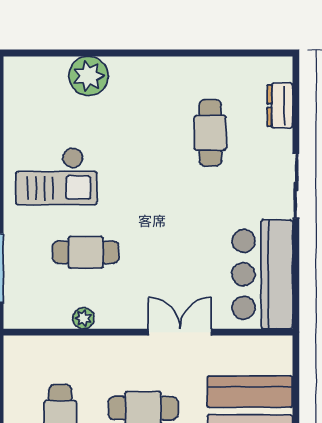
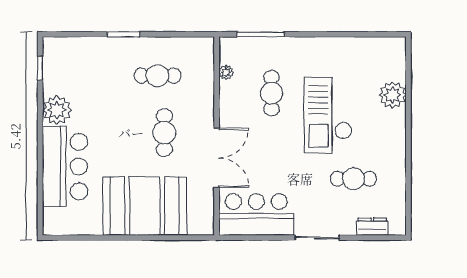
checkout: (56, 176) -> (328, 115), moved, width x1.36, depth x1.21
plant: (83, 318) -> (226, 72), moved
double door: (180, 332) -> (217, 158), width x1.37

